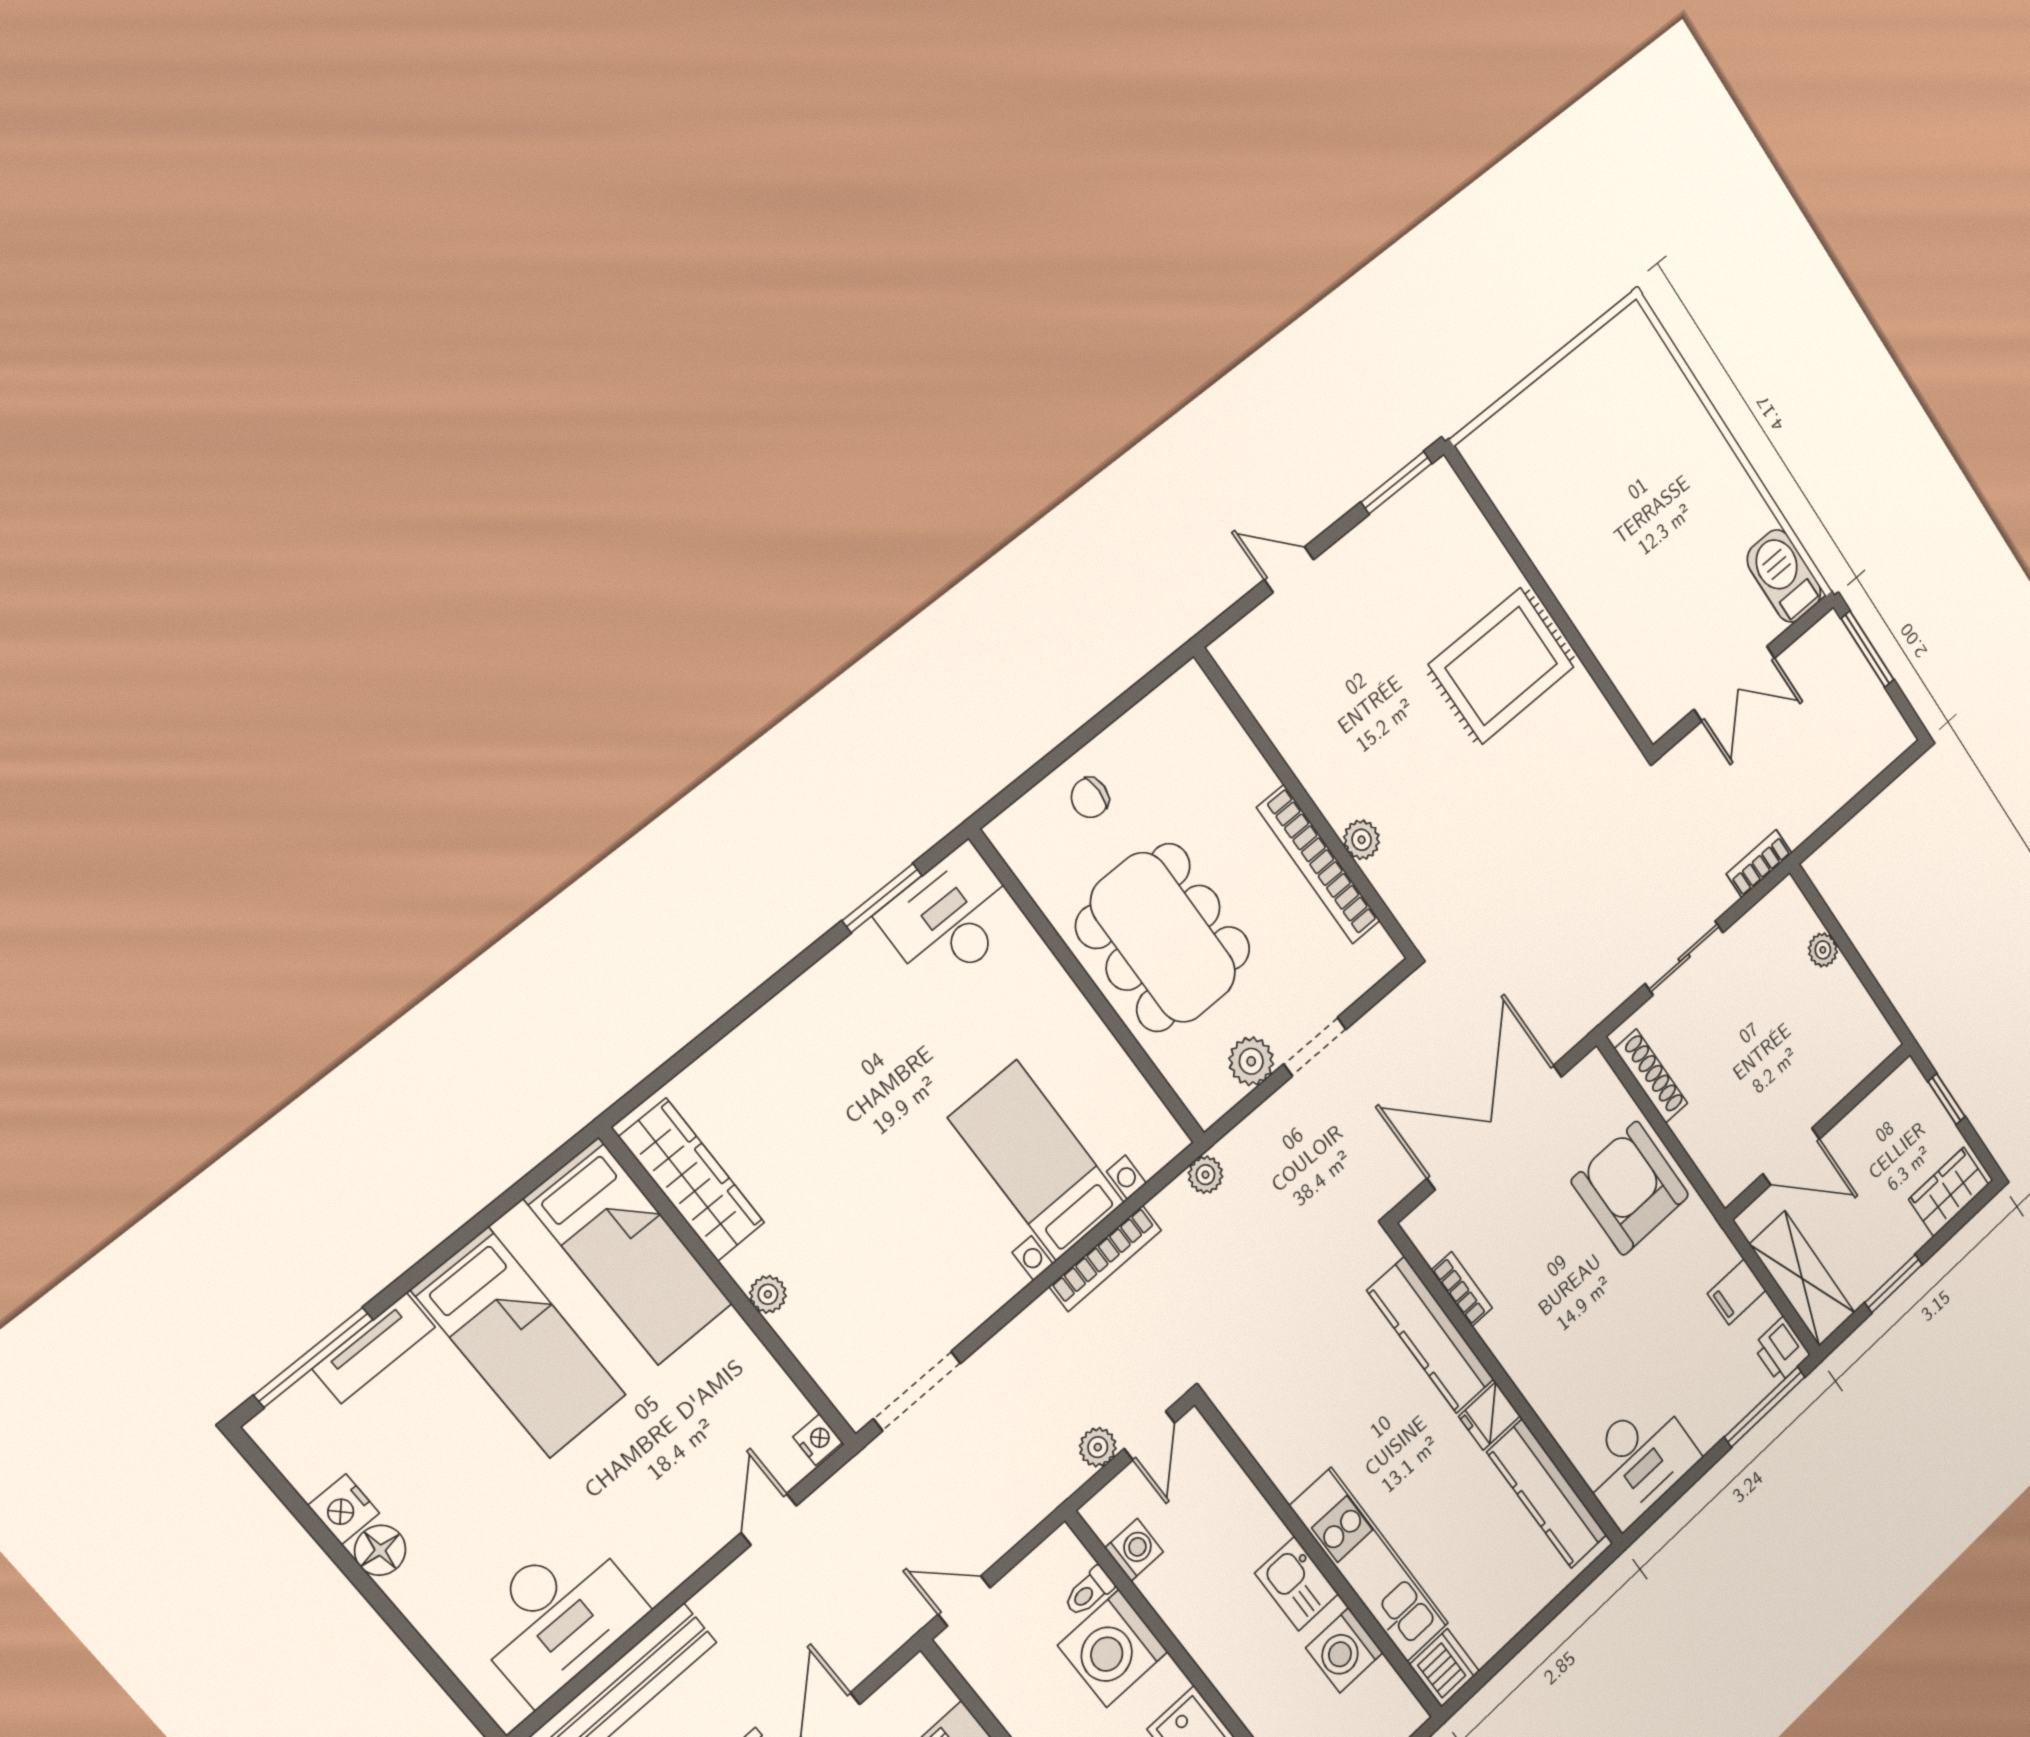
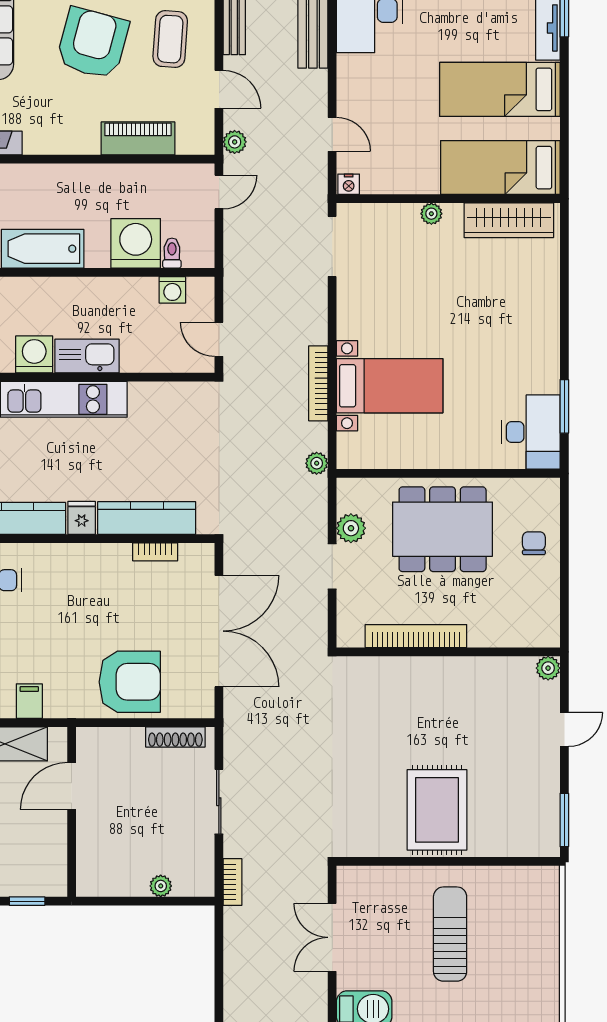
sun lounger: (1629, 531) -> (450, 934), added
plant: (1362, 840) -> (548, 668), moved
plant: (1098, 1447) -> (235, 142), moved
kitchen sink: (1297, 1584) -> (87, 356), width x1.38

